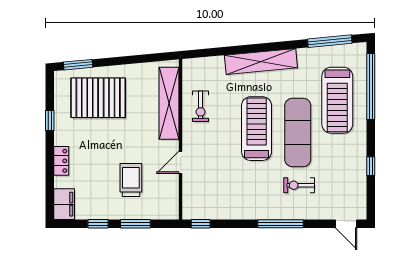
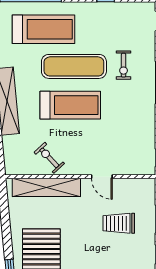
exercise bike: (201, 106) -> (49, 158), turned -133
treadmill: (257, 129) -> (70, 105), turned 180

